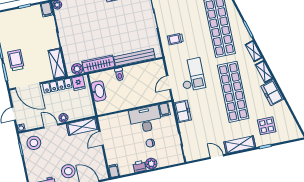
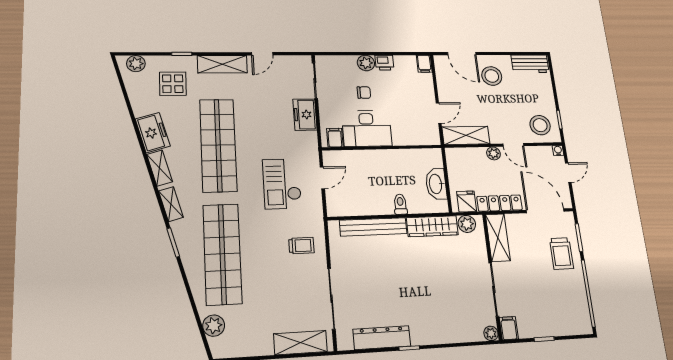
freezer: (183, 111) -> (305, 115), moved
plant: (291, 135) -> (136, 64), added
door: (217, 157) -> (262, 54), hinge flipped

